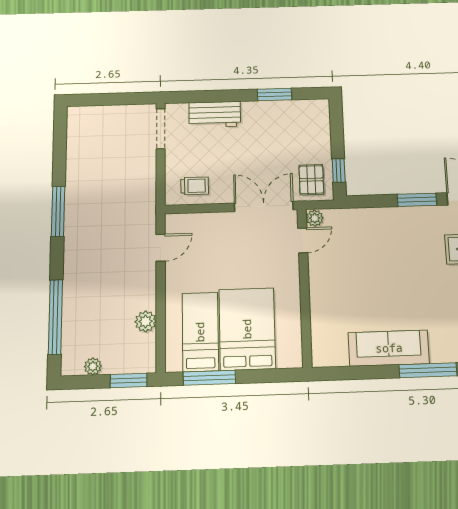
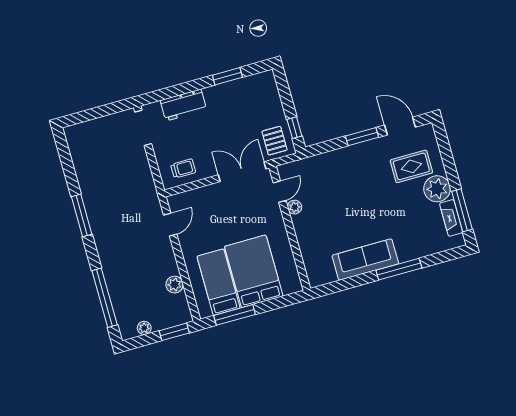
plant: (315, 218) -> (295, 207), moved

